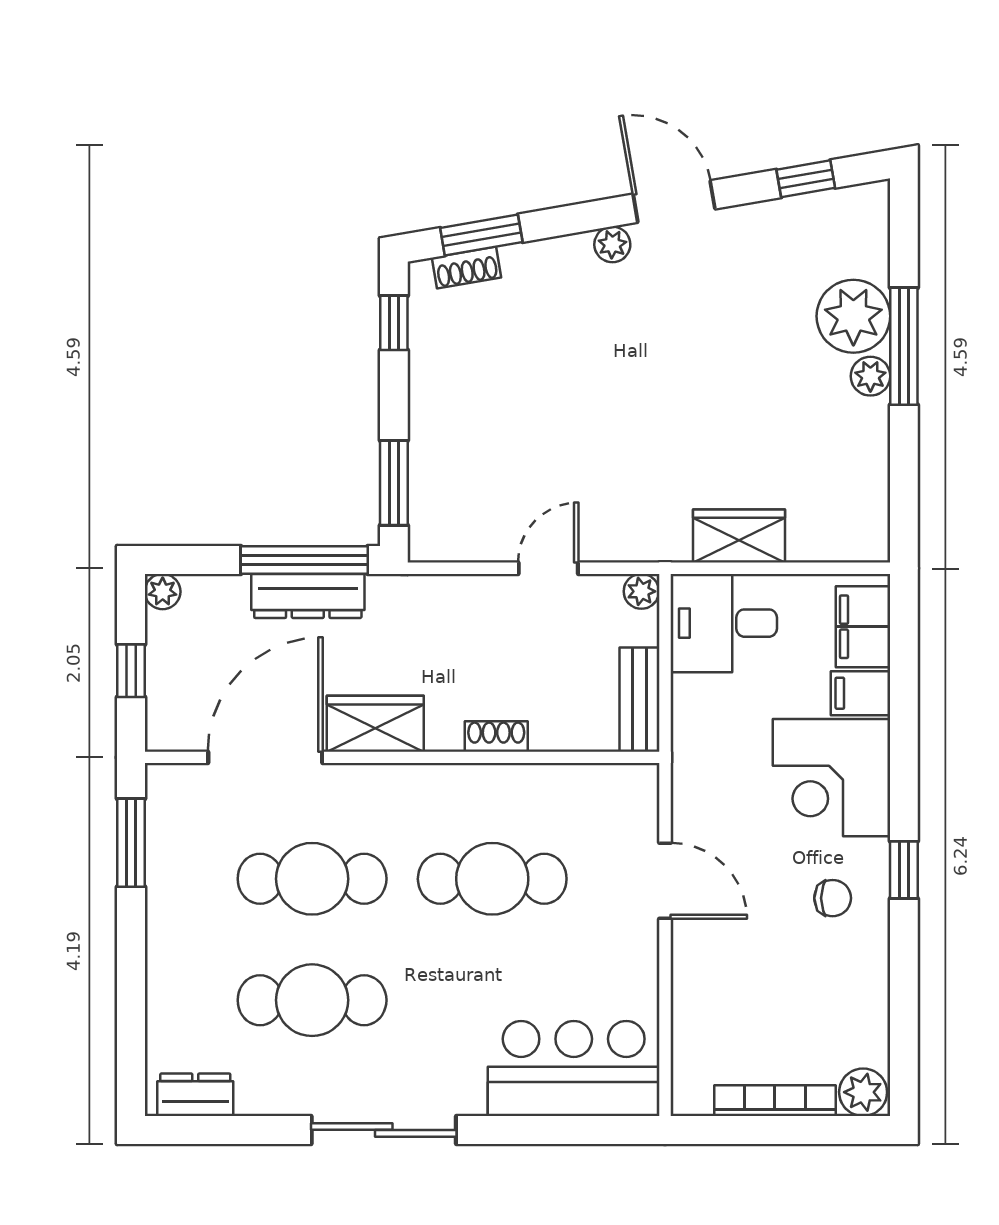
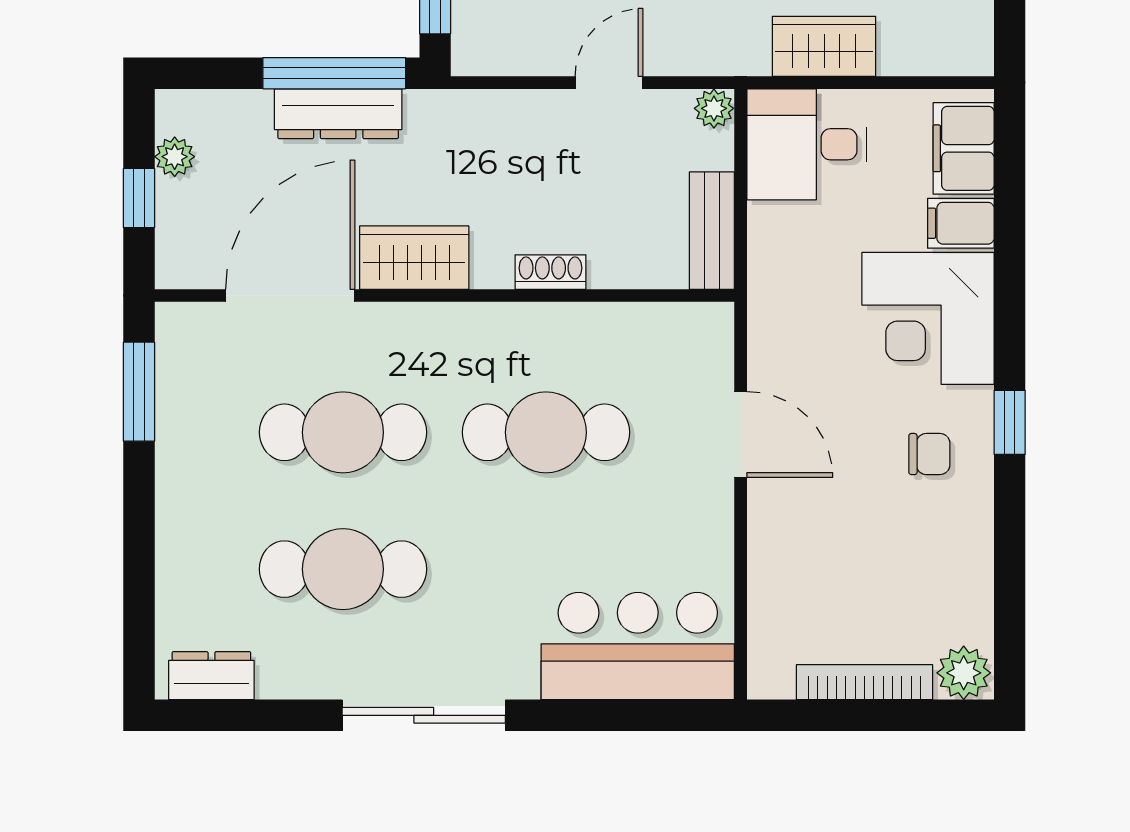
plant: (163, 592) -> (175, 157), moved

